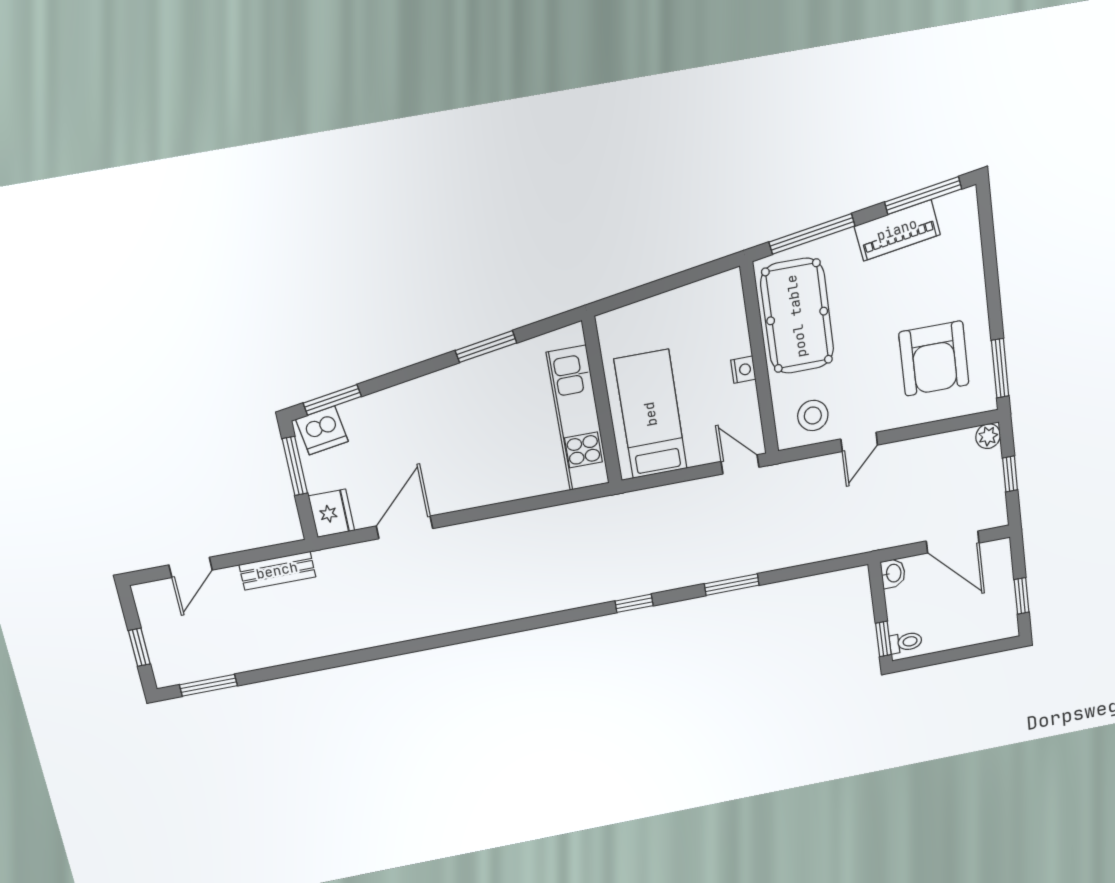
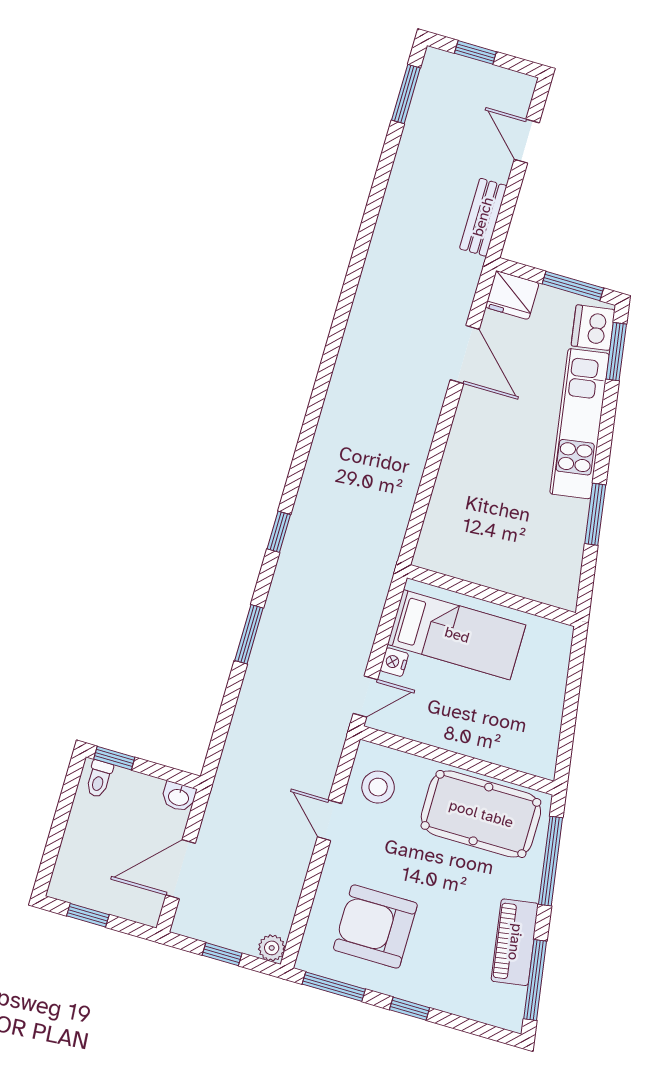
window: (993, 294) -> (410, 1009), added
nightstand: (743, 370) -> (394, 662), moved, turned 90
kitchen unit: (578, 418) -> (580, 424), moved, turned -99

